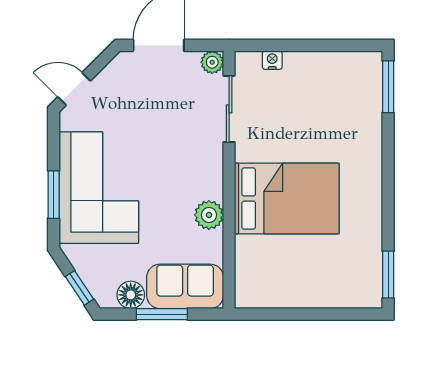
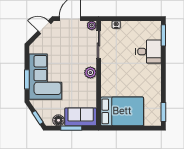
door: (74, 89) -> (44, 27), moved
desk: (352, 126) -> (149, 51), added
bed: (287, 199) -> (122, 111), moved
plant: (209, 215) -> (90, 73), moved

